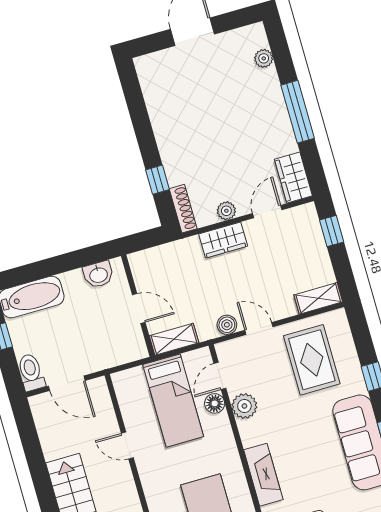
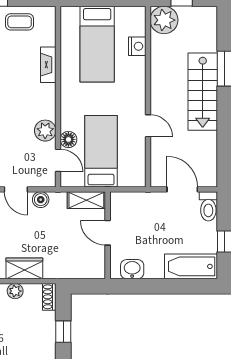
shoe rack: (183, 209) -> (49, 297), width x0.70
door: (220, 376) -> (58, 160), hinge flipped
fireplace: (263, 475) -> (48, 65), width x0.73, depth x0.76

